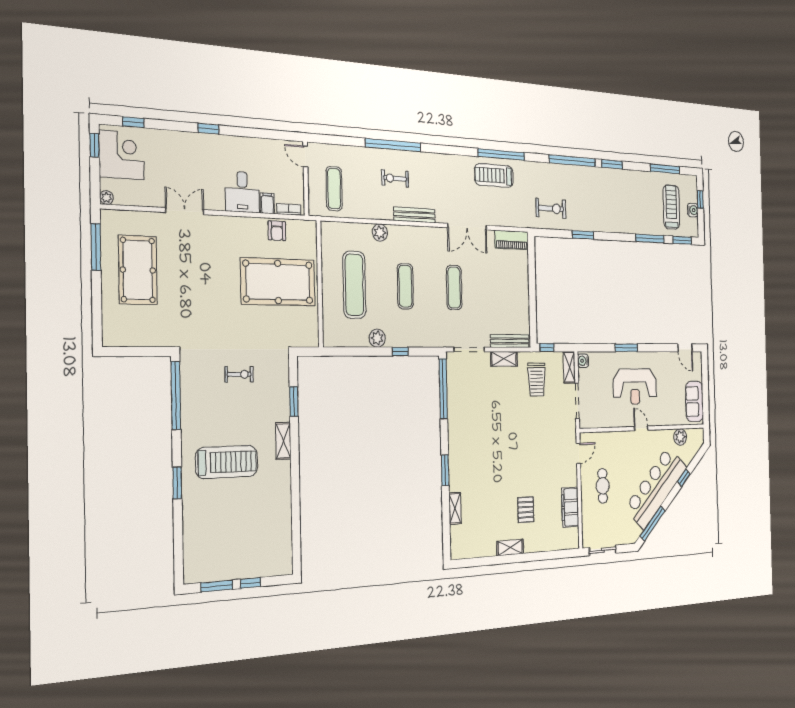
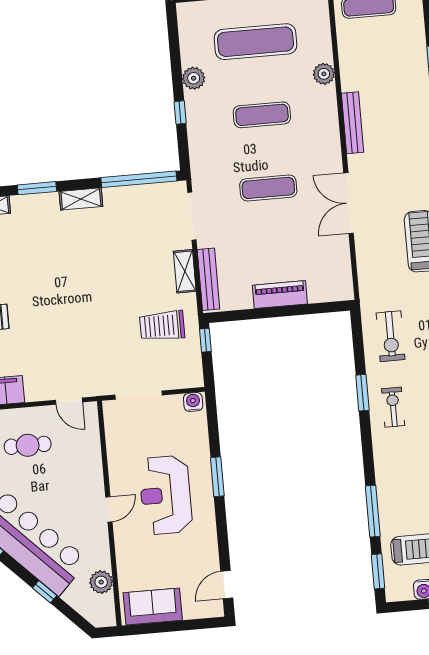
exercise bike: (395, 178) -> (393, 407), moved
piano: (511, 240) -> (280, 295), moved, turned 90
shelving: (569, 367) -> (81, 199), moved

